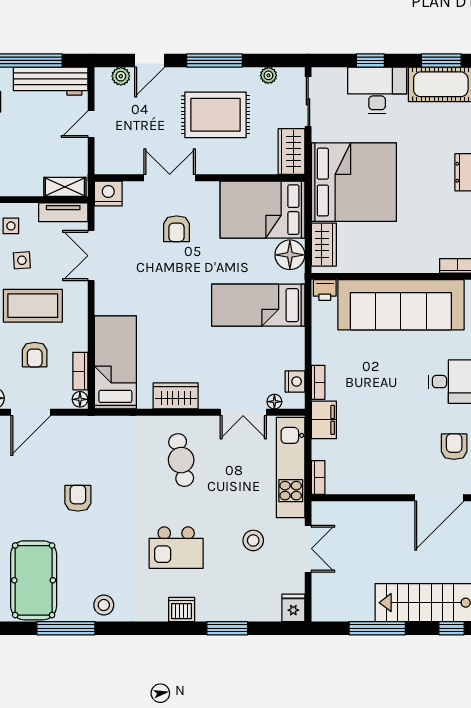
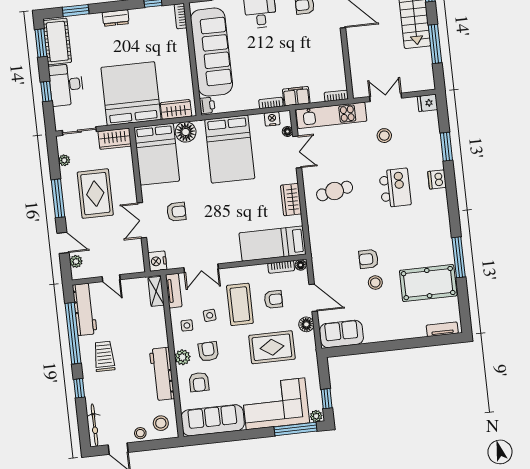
bed: (258, 305) -> (230, 149), width x1.50
stool: (104, 605) -> (375, 283), moved

